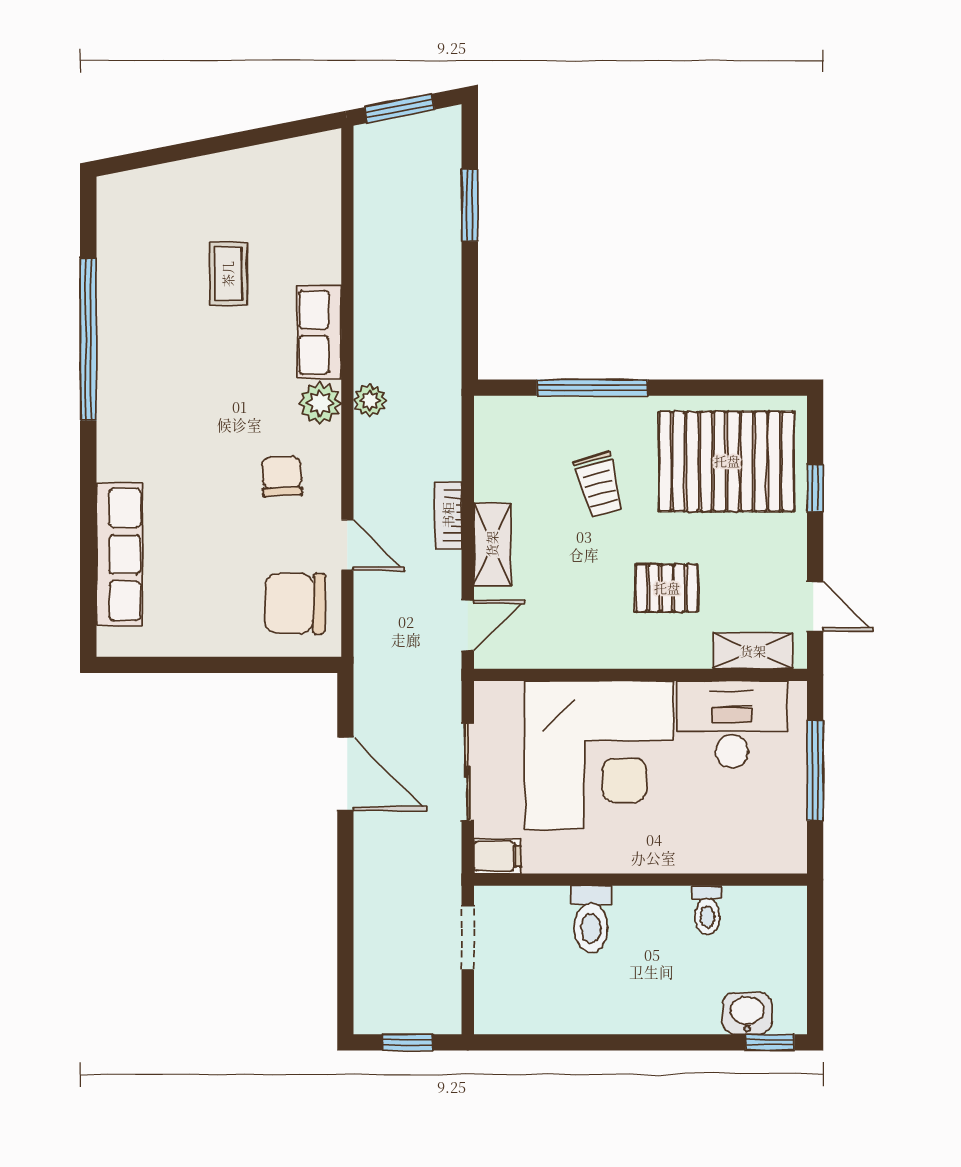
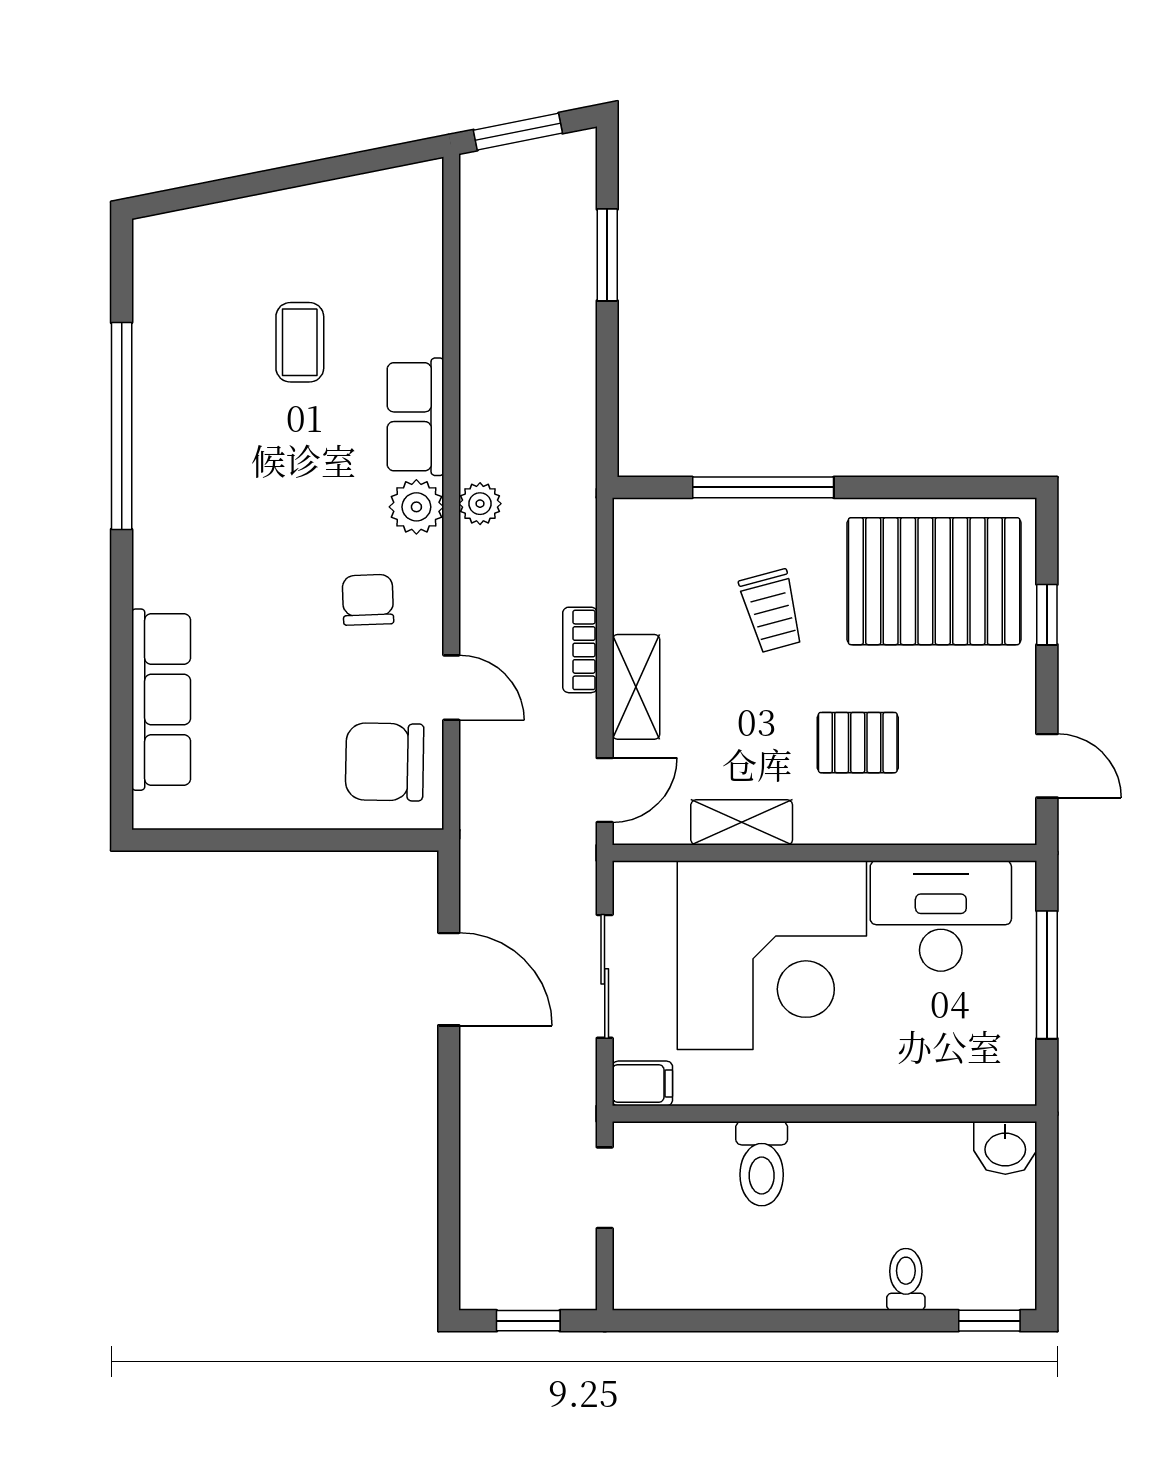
shelving: (753, 651) -> (742, 822), moved
toilet: (707, 910) -> (906, 1279), moved, turned 180
washbasin: (747, 1013) -> (1005, 1148), moved, turned 180

